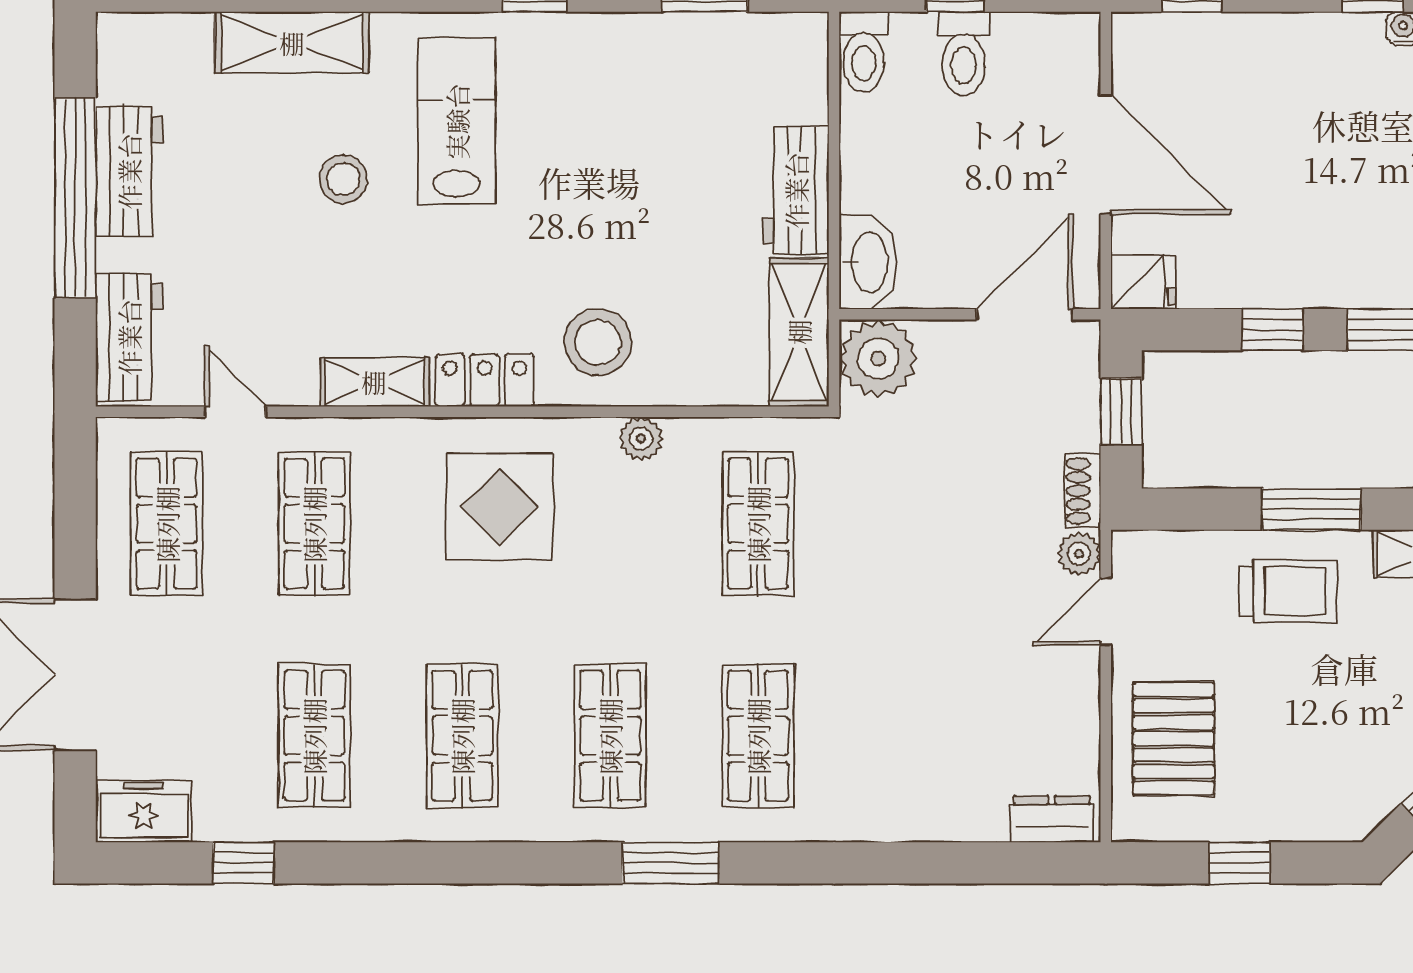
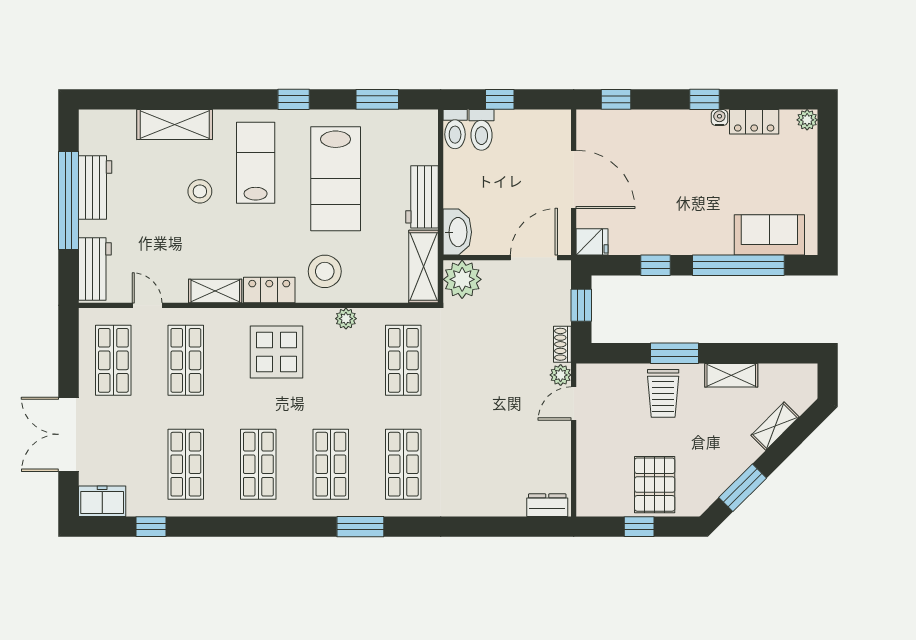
toilet: (964, 54) -> (481, 130), moved
lab bench: (620, 153) -> (336, 179), added
trolley: (1288, 591) -> (663, 393), turned 90
pallet: (1174, 739) -> (655, 485), moved

